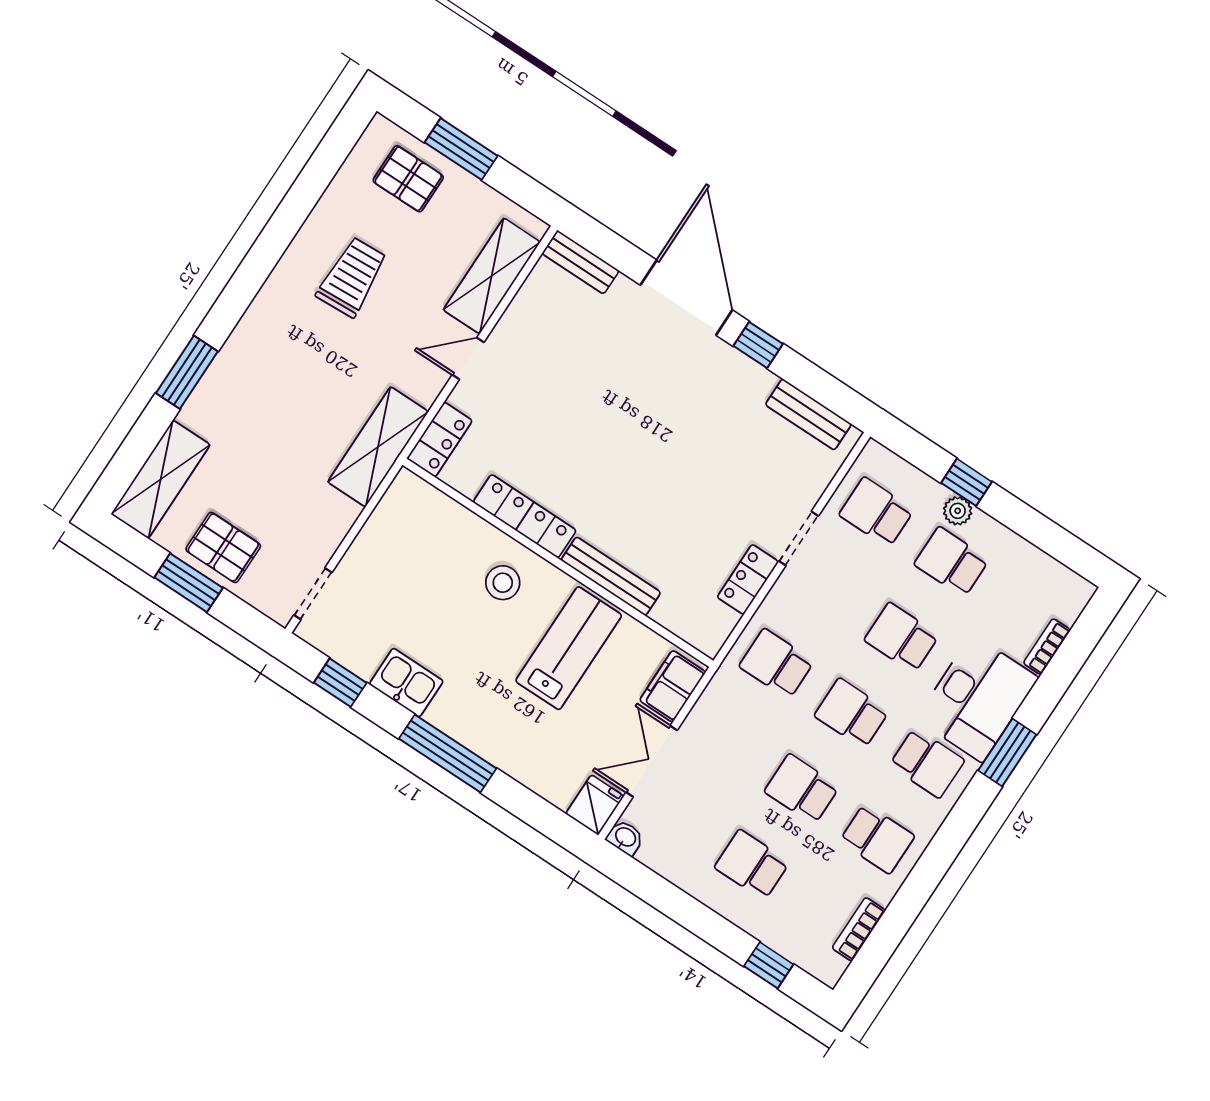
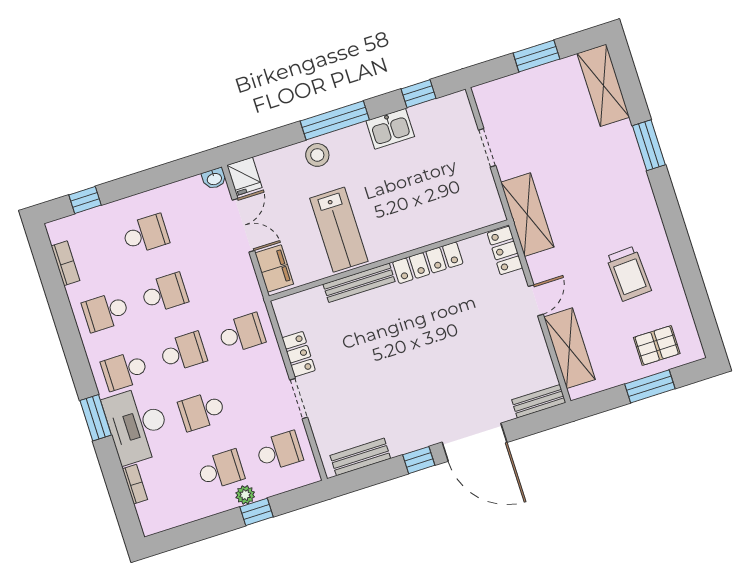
pallet: (223, 548) -> (540, 89), removed
stool: (503, 583) -> (317, 155), moved
doorway: (313, 594) -> (487, 148), moved
school desk: (902, 638) -> (202, 411), turned 180

